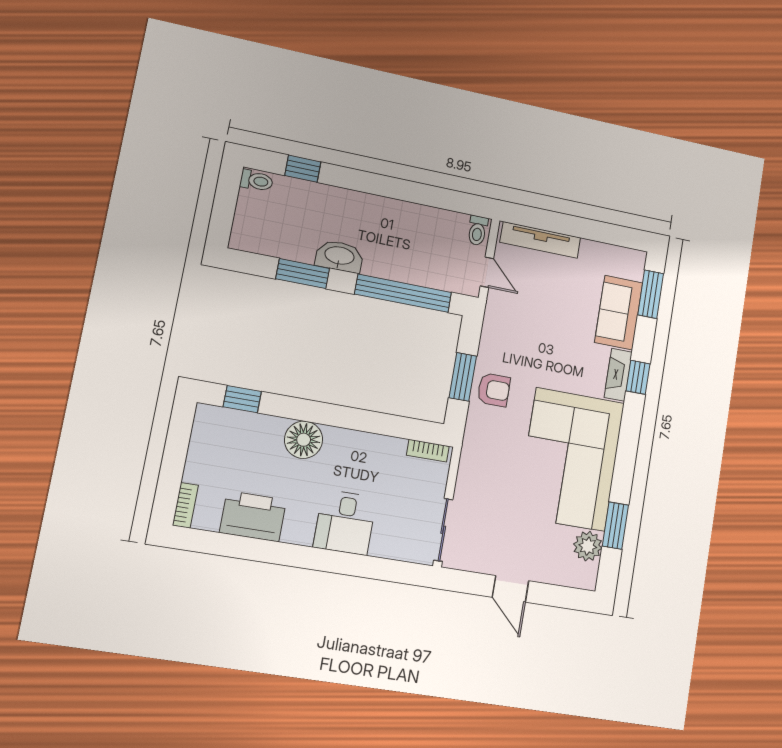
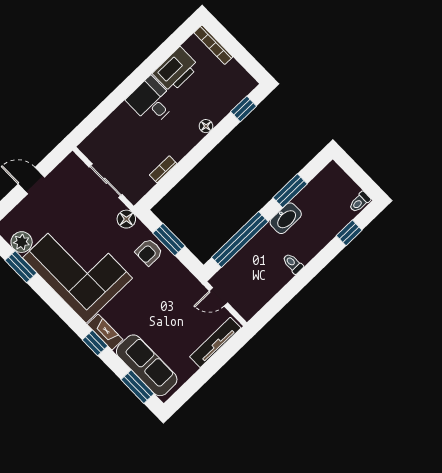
toilet: (478, 230) -> (293, 264), moved
sofa: (619, 313) -> (147, 365), width x1.36
floor lamp: (304, 440) -> (206, 126), width x0.53, depth x0.53
floor lamp: (475, 444) -> (126, 219), added
bookcase: (428, 451) -> (163, 169), moved
bookcase: (185, 505) -> (213, 45), width x1.56
desk: (345, 522) -> (151, 101), moved
sliding door: (443, 530) -> (106, 181), moved

